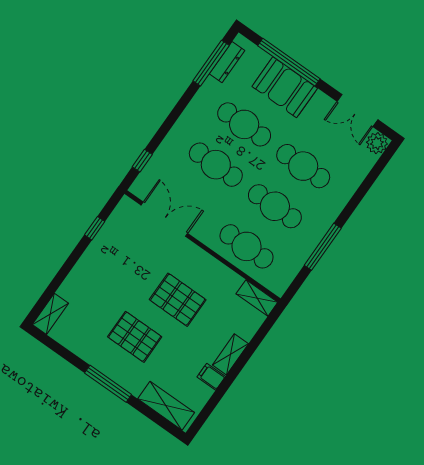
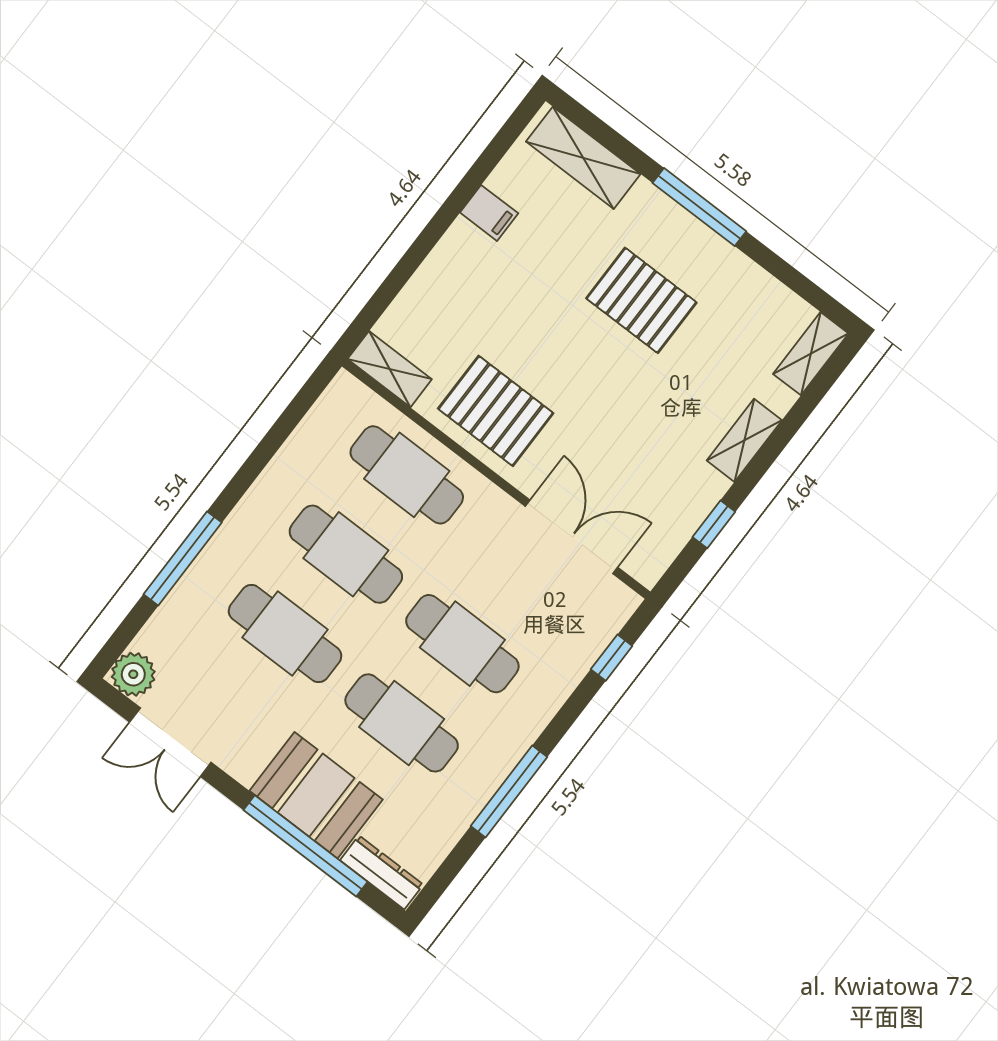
dresser: (227, 62) -> (382, 872), moved, turned 90
window: (211, 63) -> (509, 791), moved
double door: (357, 110) -> (170, 742), swing flipped
double door: (164, 219) -> (572, 537), swing flipped
window: (323, 247) -> (183, 558), moved
pallet: (178, 300) -> (496, 411), moved
shelving: (230, 354) -> (744, 440), moved

